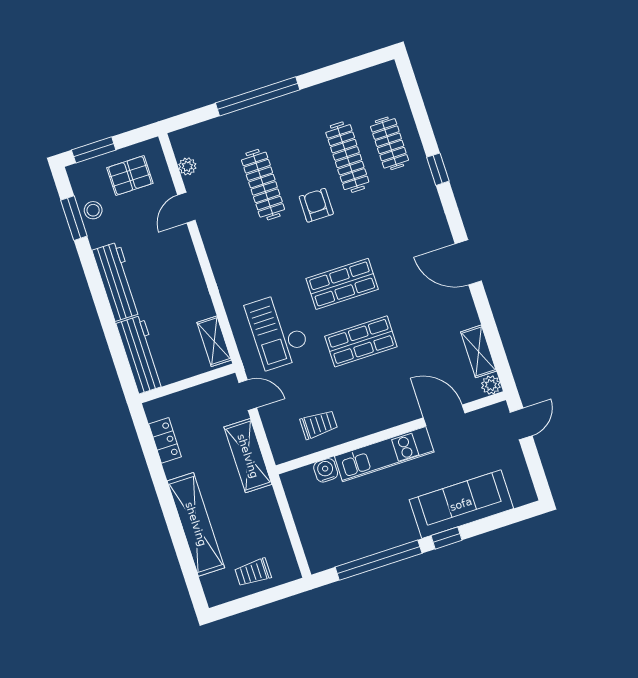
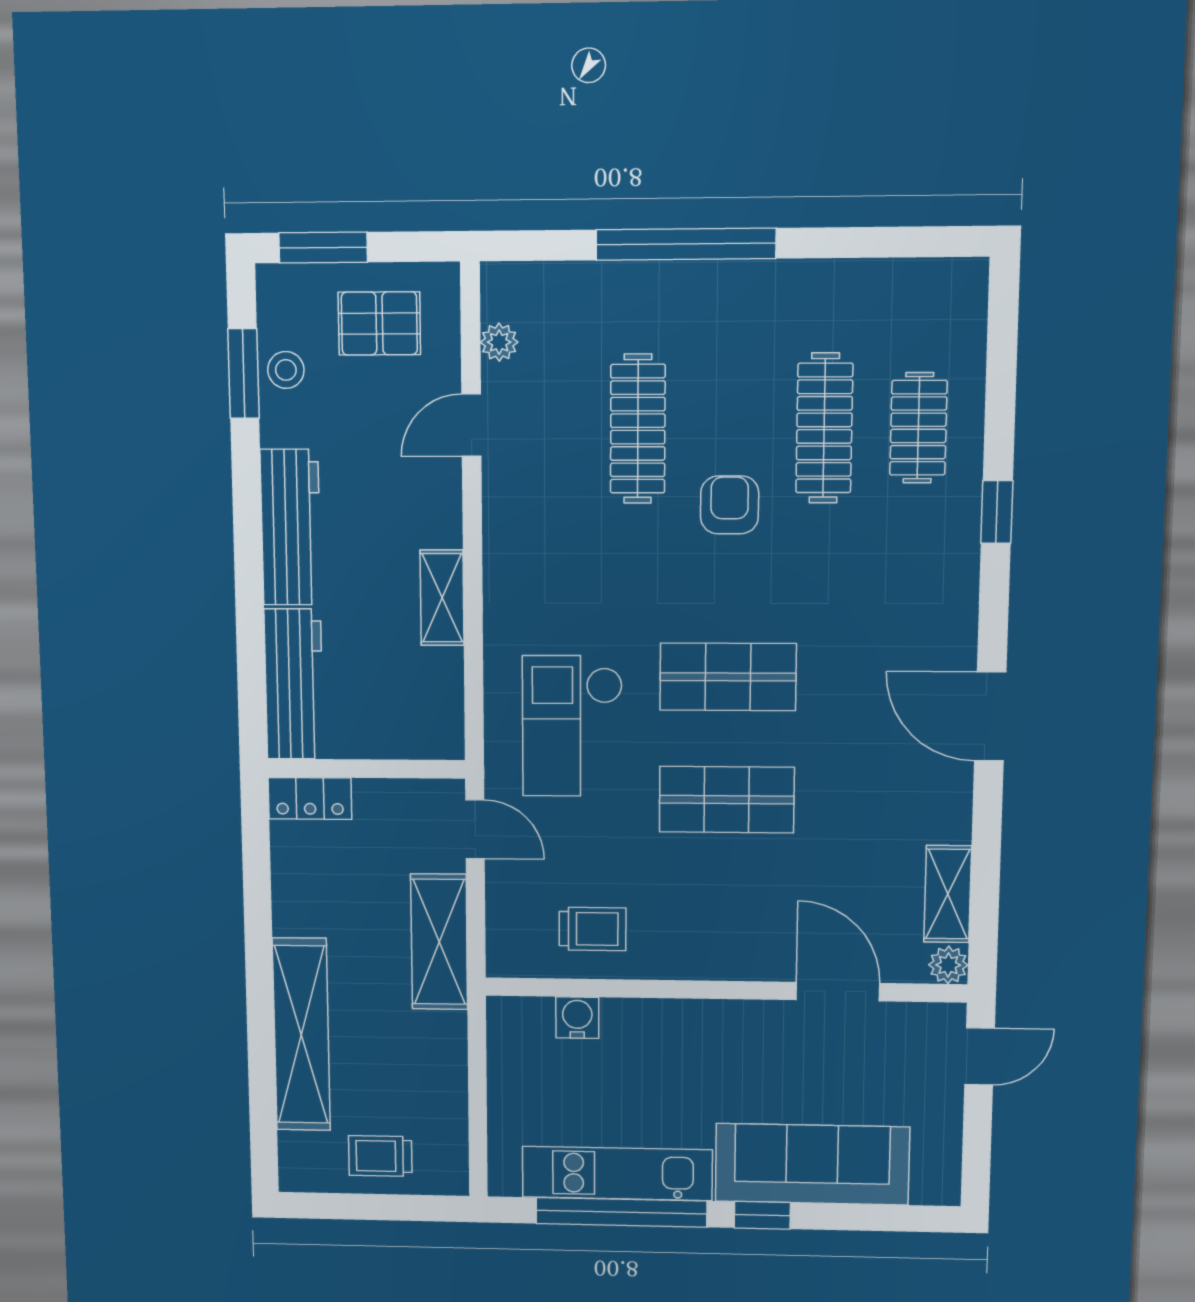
shelving: (214, 341) -> (442, 598), moved
locker: (165, 440) -> (310, 798), moved, turned 90
kitchen unit: (384, 454) -> (617, 1173), moved, turned 180

